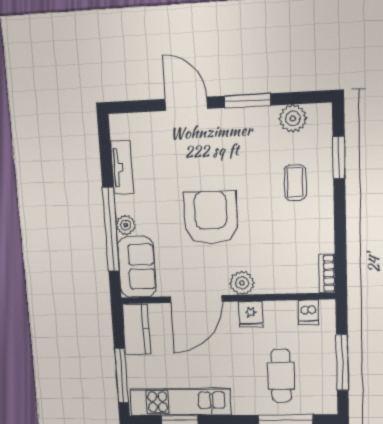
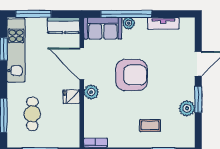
plant: (293, 118) -> (187, 108), moved
dishwasher: (308, 312) -> (72, 131), removed
cafe table: (281, 376) -> (32, 114), turned 90

